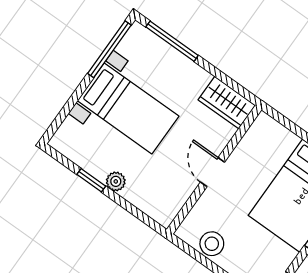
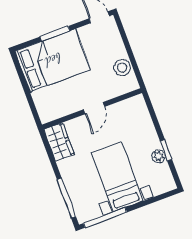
plant: (116, 181) -> (159, 156), moved

